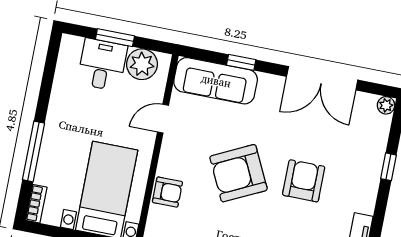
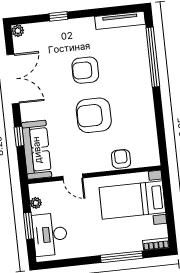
plant: (142, 64) -> (36, 203), width x0.53, depth x0.53
desk: (102, 65) -> (50, 234), width x1.37
armchair: (239, 173) -> (94, 115), turned 116

